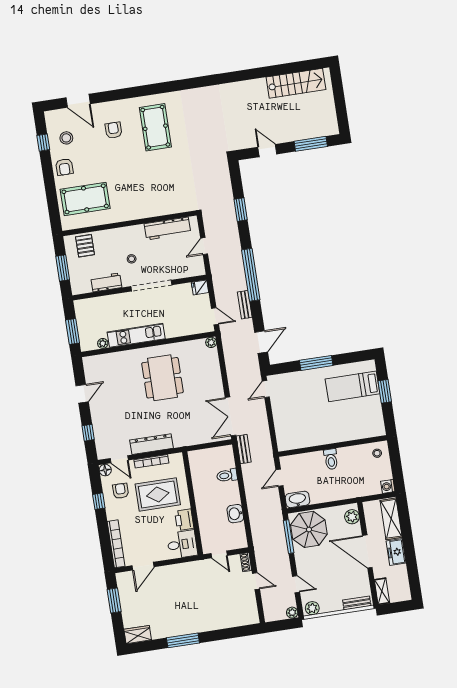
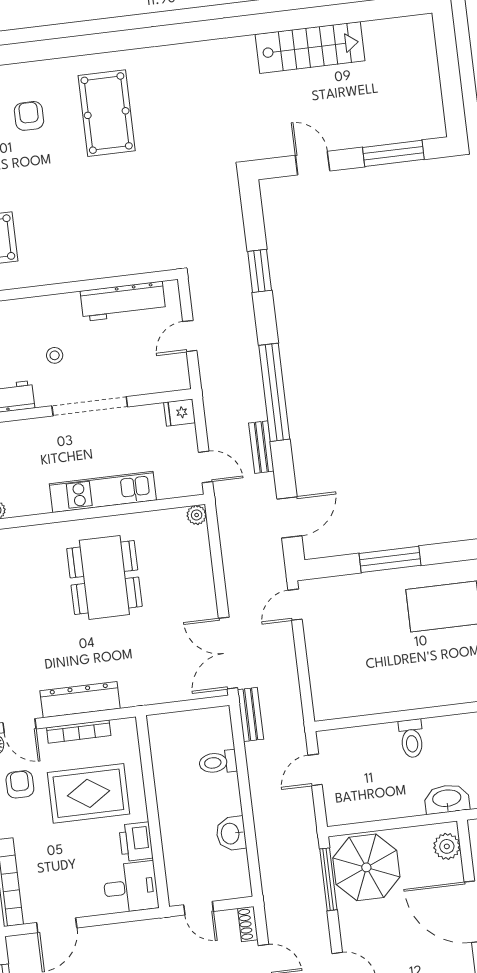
stairs: (296, 83) -> (310, 48), moved
kitchen unit: (136, 335) -> (103, 492), moved
washbasin: (297, 499) -> (447, 799), moved

